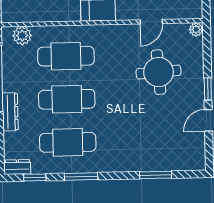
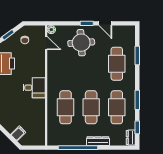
door: (151, 22) -> (46, 43), moved
plant: (22, 36) -> (53, 133), removed
round table: (159, 72) -> (81, 43), moved
cafe table: (141, 141) -> (117, 64), added

